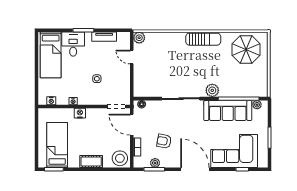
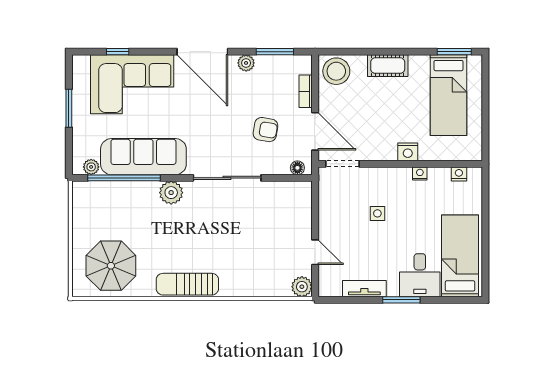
armchair: (164, 141) -> (265, 130), moved
plant: (155, 163) -> (246, 63), moved

